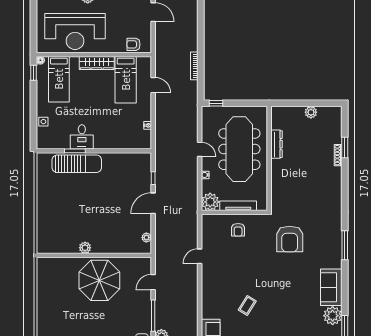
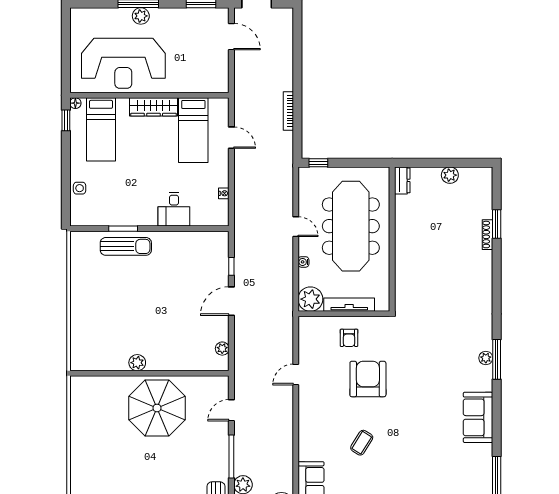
armchair: (133, 44) -> (204, 81), removed
desk: (82, 137) -> (174, 209), moved
dresser: (276, 144) -> (402, 180), moved, width x0.70
sun lounger: (77, 164) -> (126, 246), width x0.73, depth x0.75
armchair: (290, 239) -> (368, 379), moved, turned 180
plant: (333, 316) -> (486, 358), moved, width x0.53, depth x0.53

